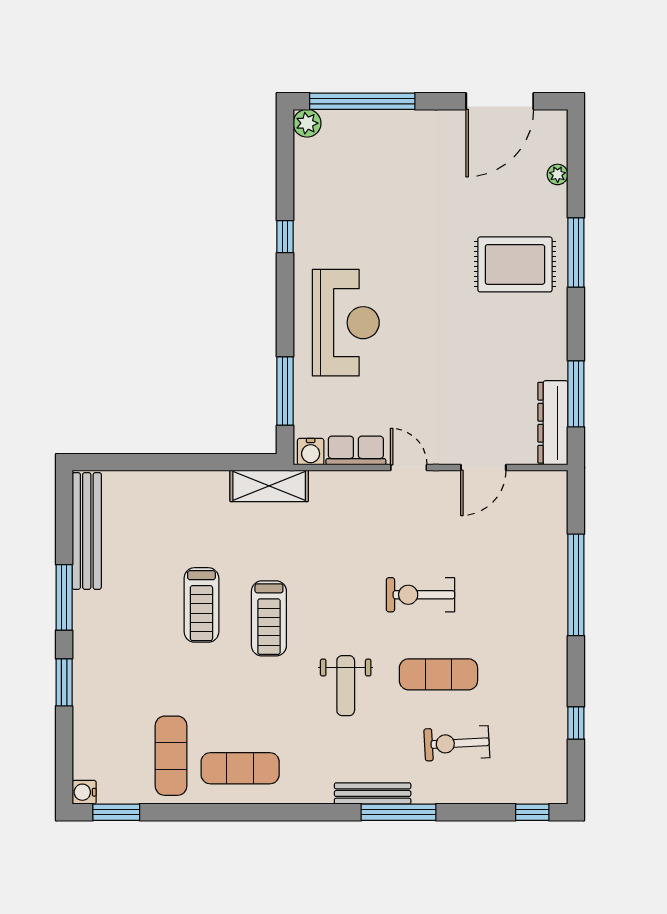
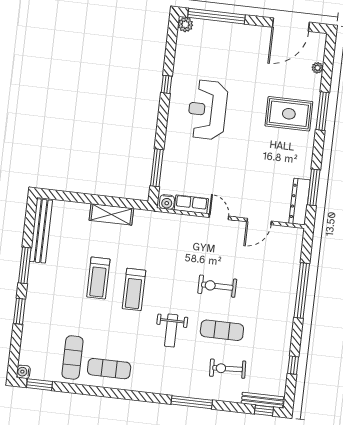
reception desk: (346, 323) -> (207, 110), moved, turned 180
shelving: (269, 486) -> (111, 214), moved
bench: (373, 793) -> (262, 400), moved

